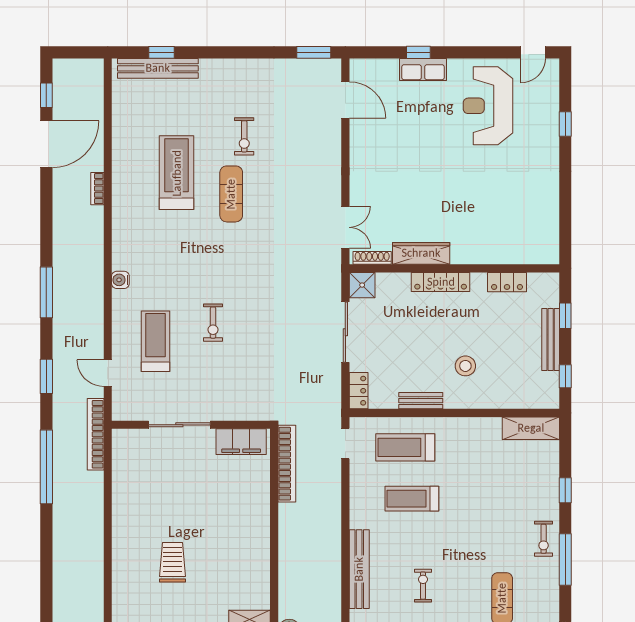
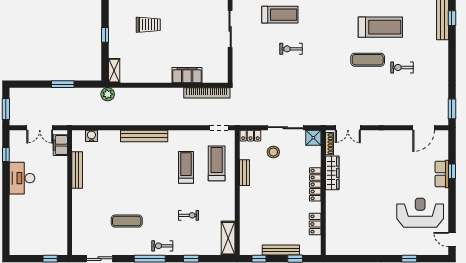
stool: (465, 366) -> (273, 152), moved
filing cabinet: (241, 442) -> (187, 75), moved, turned 90
exercise bike: (423, 586) -> (189, 215), moved

